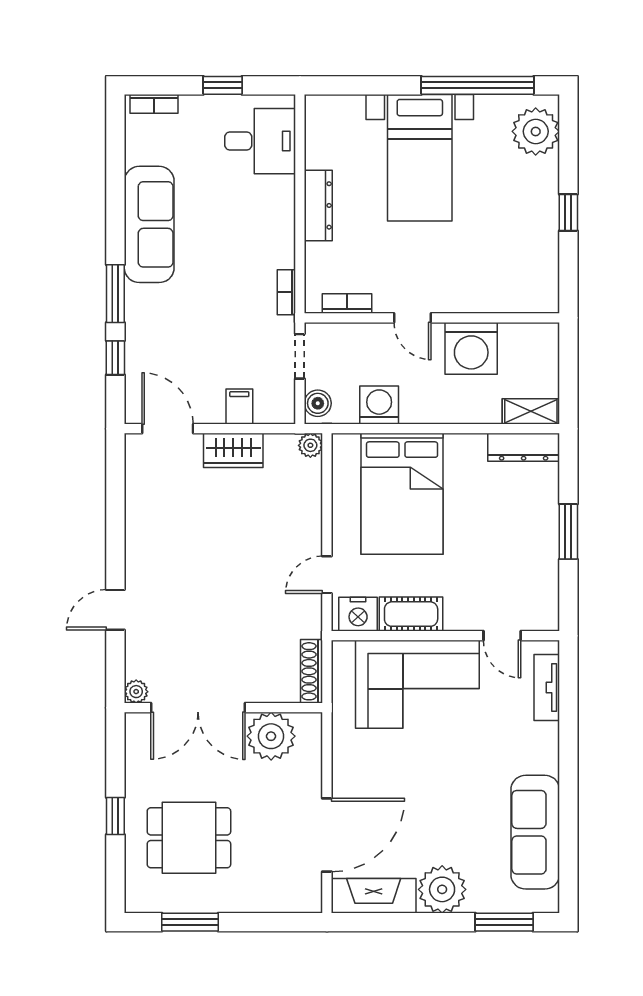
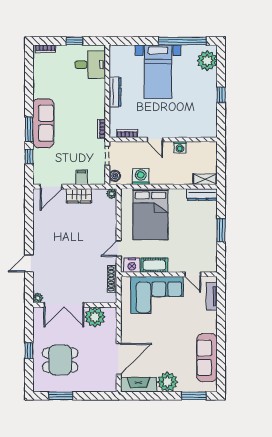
sofa: (149, 224) -> (43, 123), moved
washing machine: (471, 348) -> (180, 147), width x0.53, depth x0.53
door: (168, 429) -> (51, 187), swing flipped
shoe rack: (312, 671) -> (112, 279), moved

